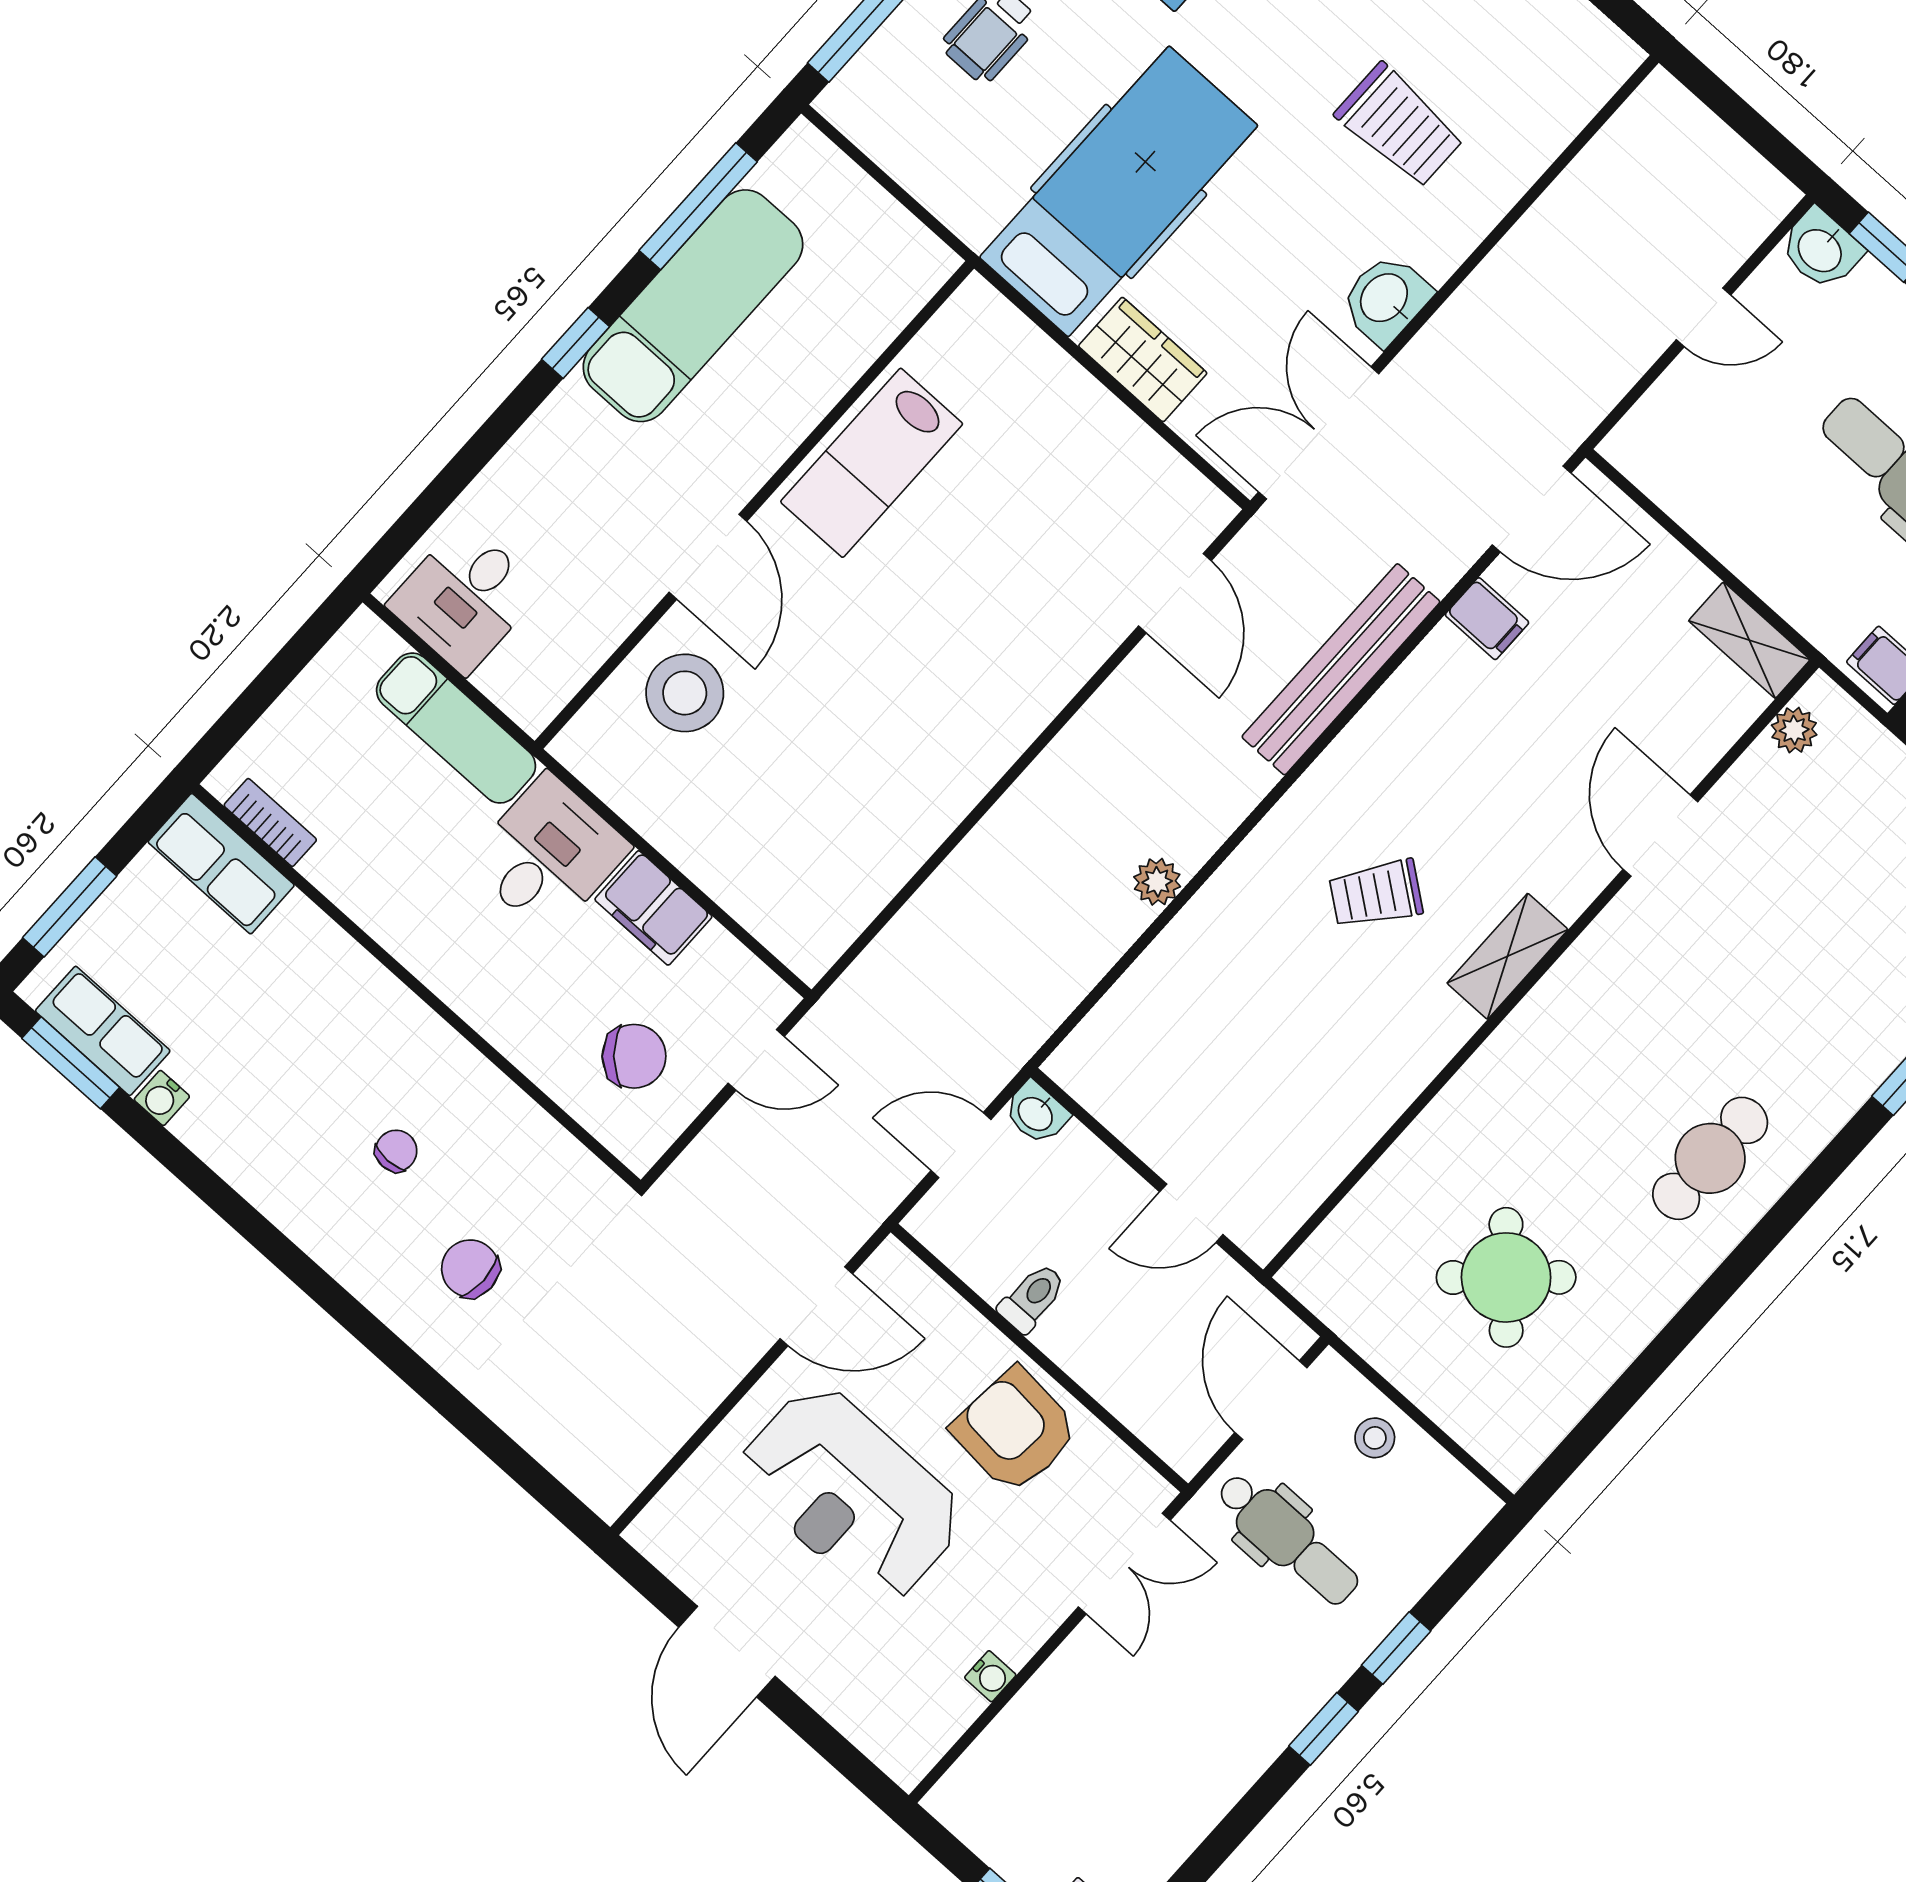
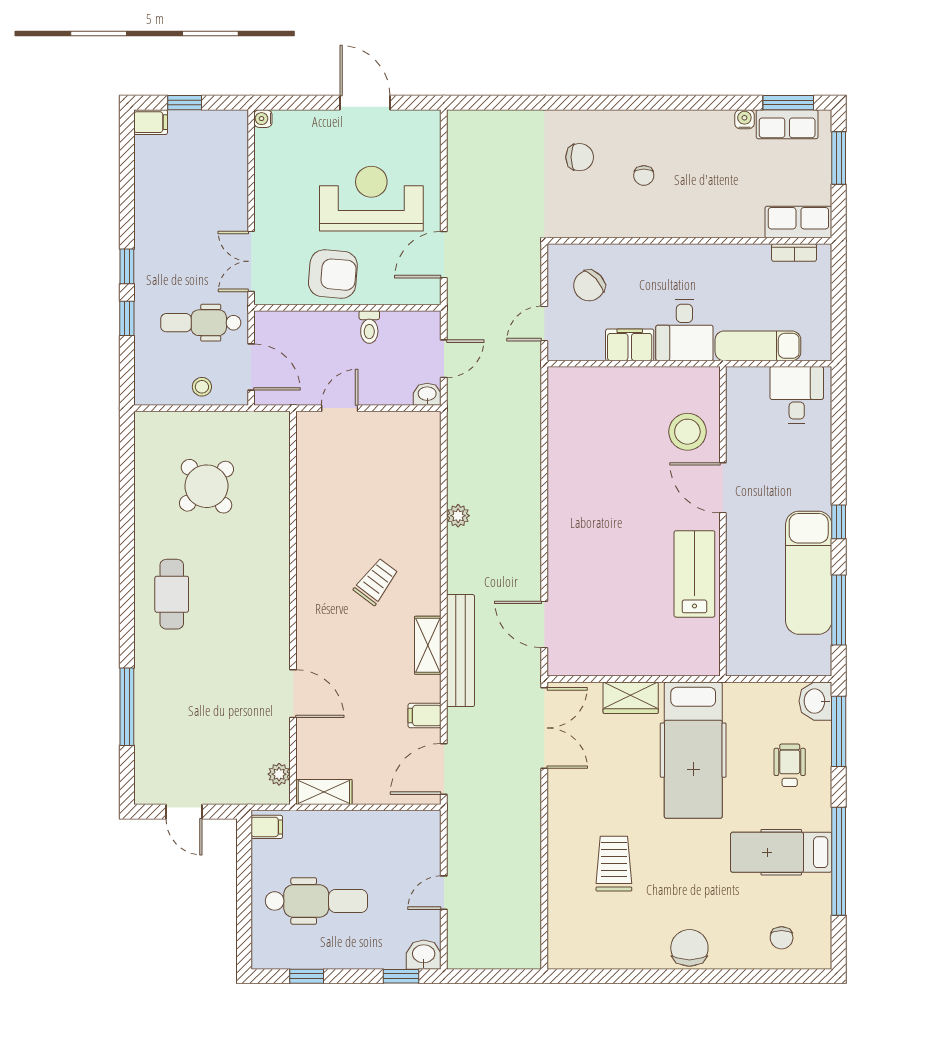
trolley: (1400, 126) -> (614, 864), turned 90
washbasin: (1385, 299) -> (815, 701), moved, turned 180
shelving: (1508, 956) -> (428, 645), moved
water cooler: (990, 1676) -> (263, 119), moved

